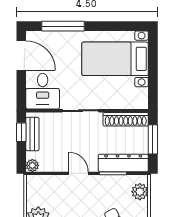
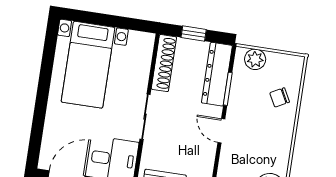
window: (63, 26) -> (38, 122), removed
window: (153, 139) -> (194, 33), width x0.67
door: (78, 173) -> (221, 131), hinge flipped

